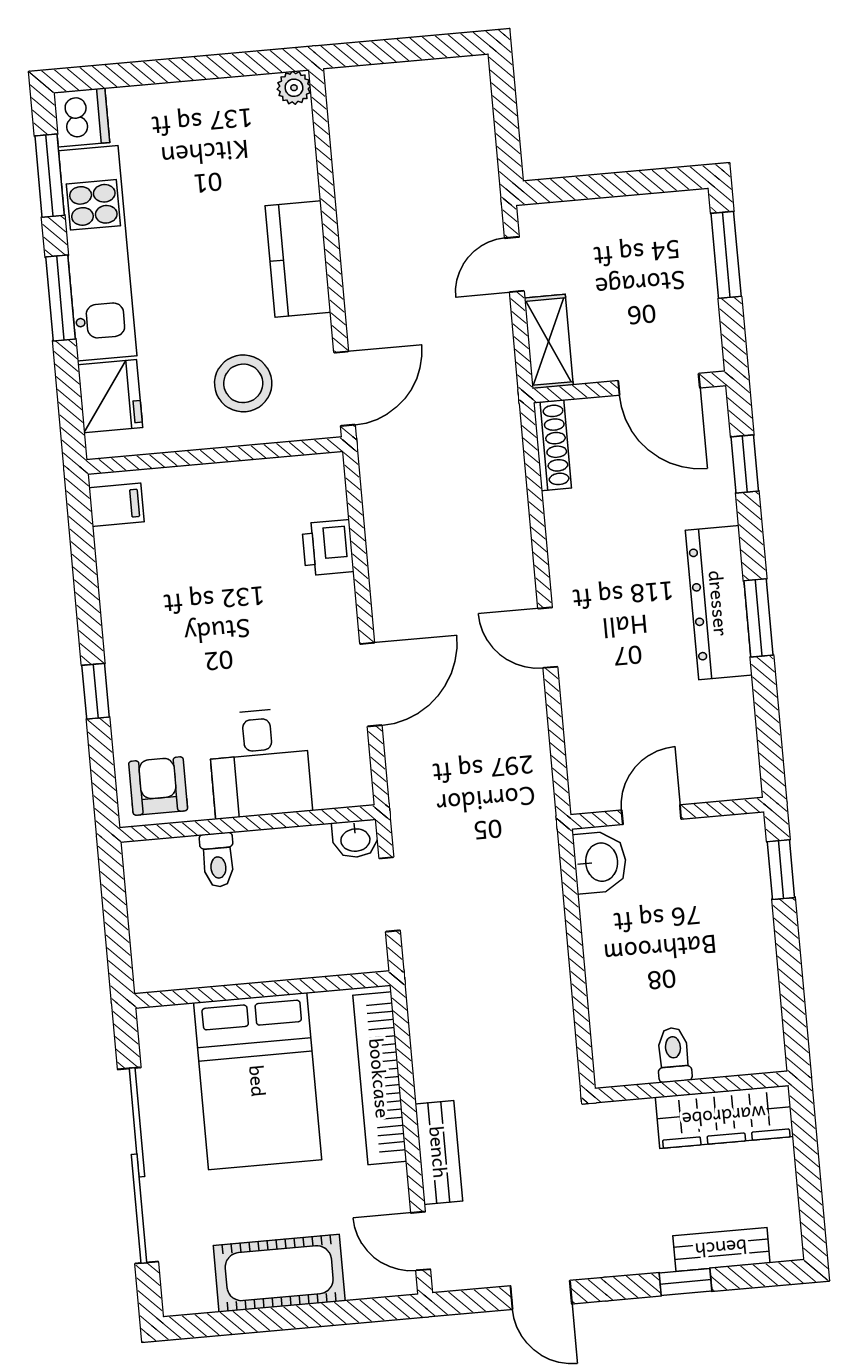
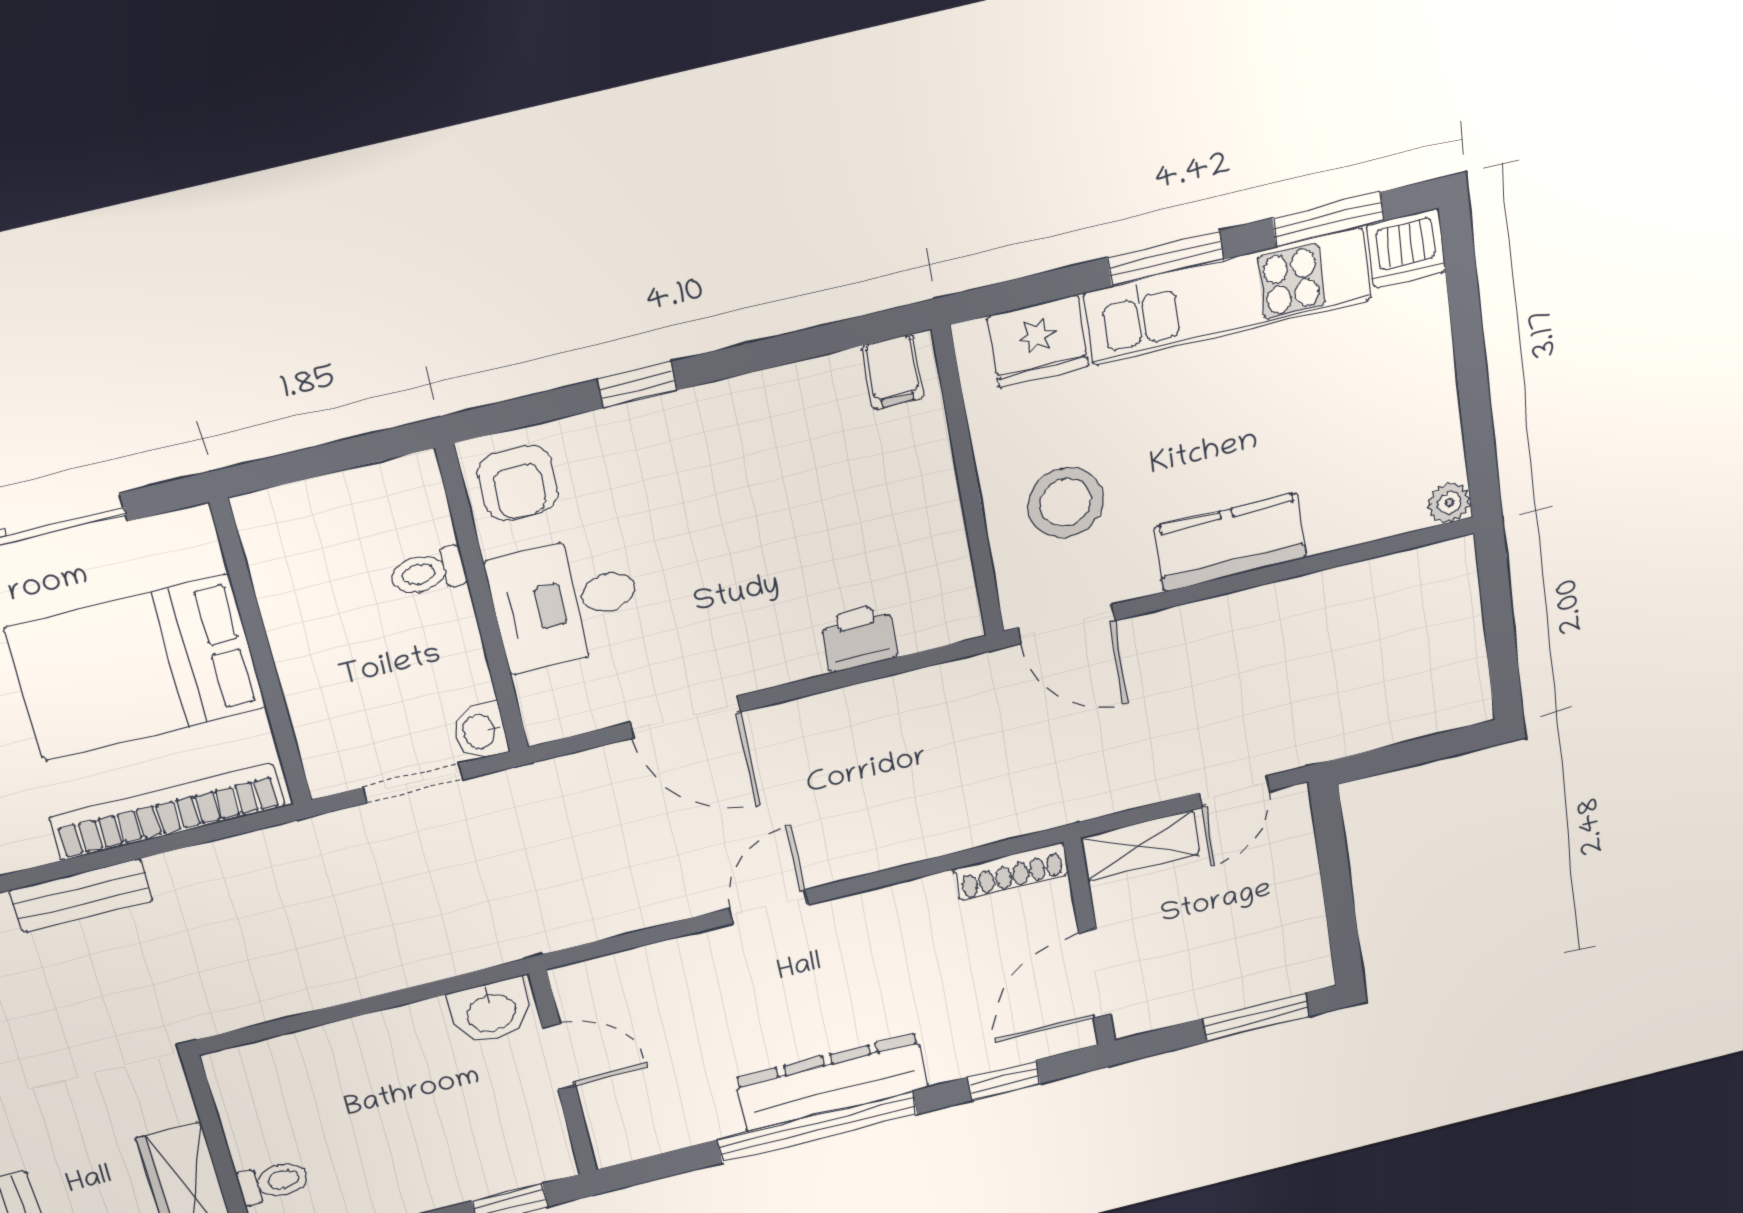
door: (514, 265) -> (1234, 792), swing flipped
window: (758, 618) -> (817, 1127), width x2.11
armchair: (158, 786) -> (518, 483), turned 90
toilet: (674, 1055) -> (274, 1182), moved

